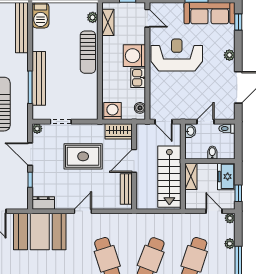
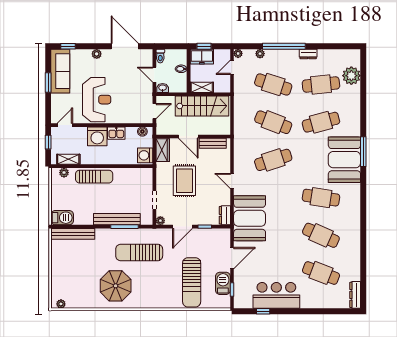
reception desk: (177, 55) -> (97, 100), turned 180
window: (238, 193) -> (204, 46), moved

